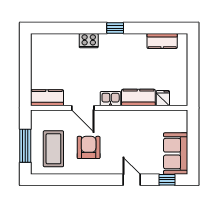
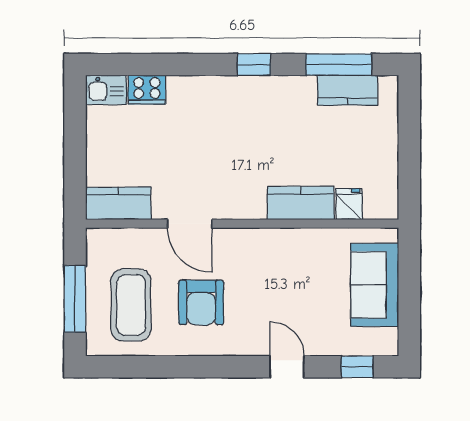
window: (158, 28) -> (339, 65), added
cooker: (89, 41) -> (147, 90), moved
kitchen sink: (111, 99) -> (106, 90), moved, turned 180
armchair: (89, 147) -> (201, 302), turned 180
sofa: (176, 154) -> (375, 285), moved

